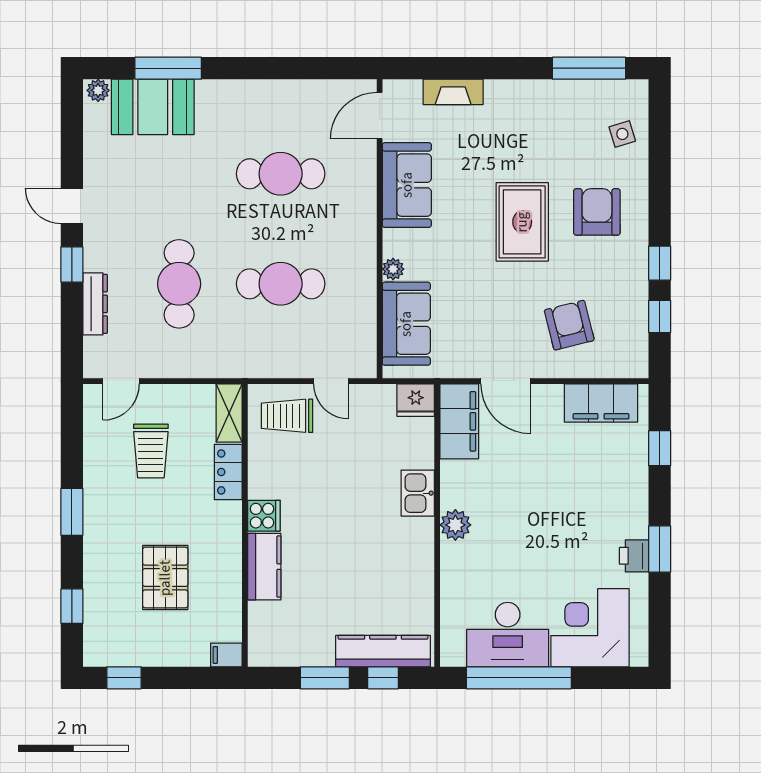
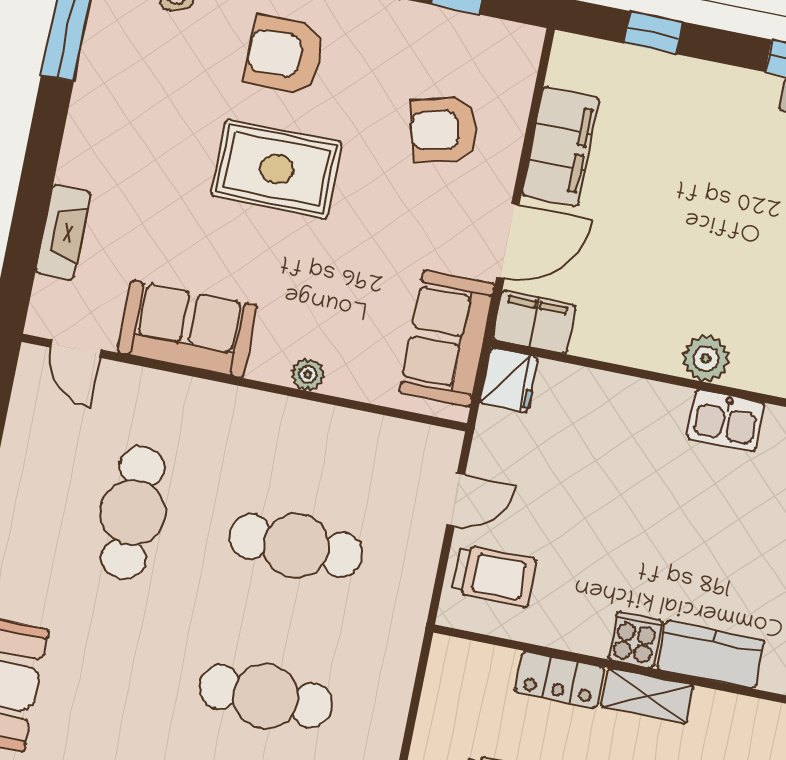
door: (380, 116) -> (76, 349), width x0.73
cafe table: (281, 284) -> (296, 546), turned 90
sofa: (406, 324) -> (447, 338), moved, turned -90
filing cabinet: (601, 403) -> (561, 146), moved
shelving: (229, 413) -> (647, 696), moved
trolley: (287, 416) -> (494, 576), turned -90
filing cabinet: (459, 421) -> (534, 322), width x0.67, depth x0.86
kitchen sink: (418, 493) -> (726, 421), moved

